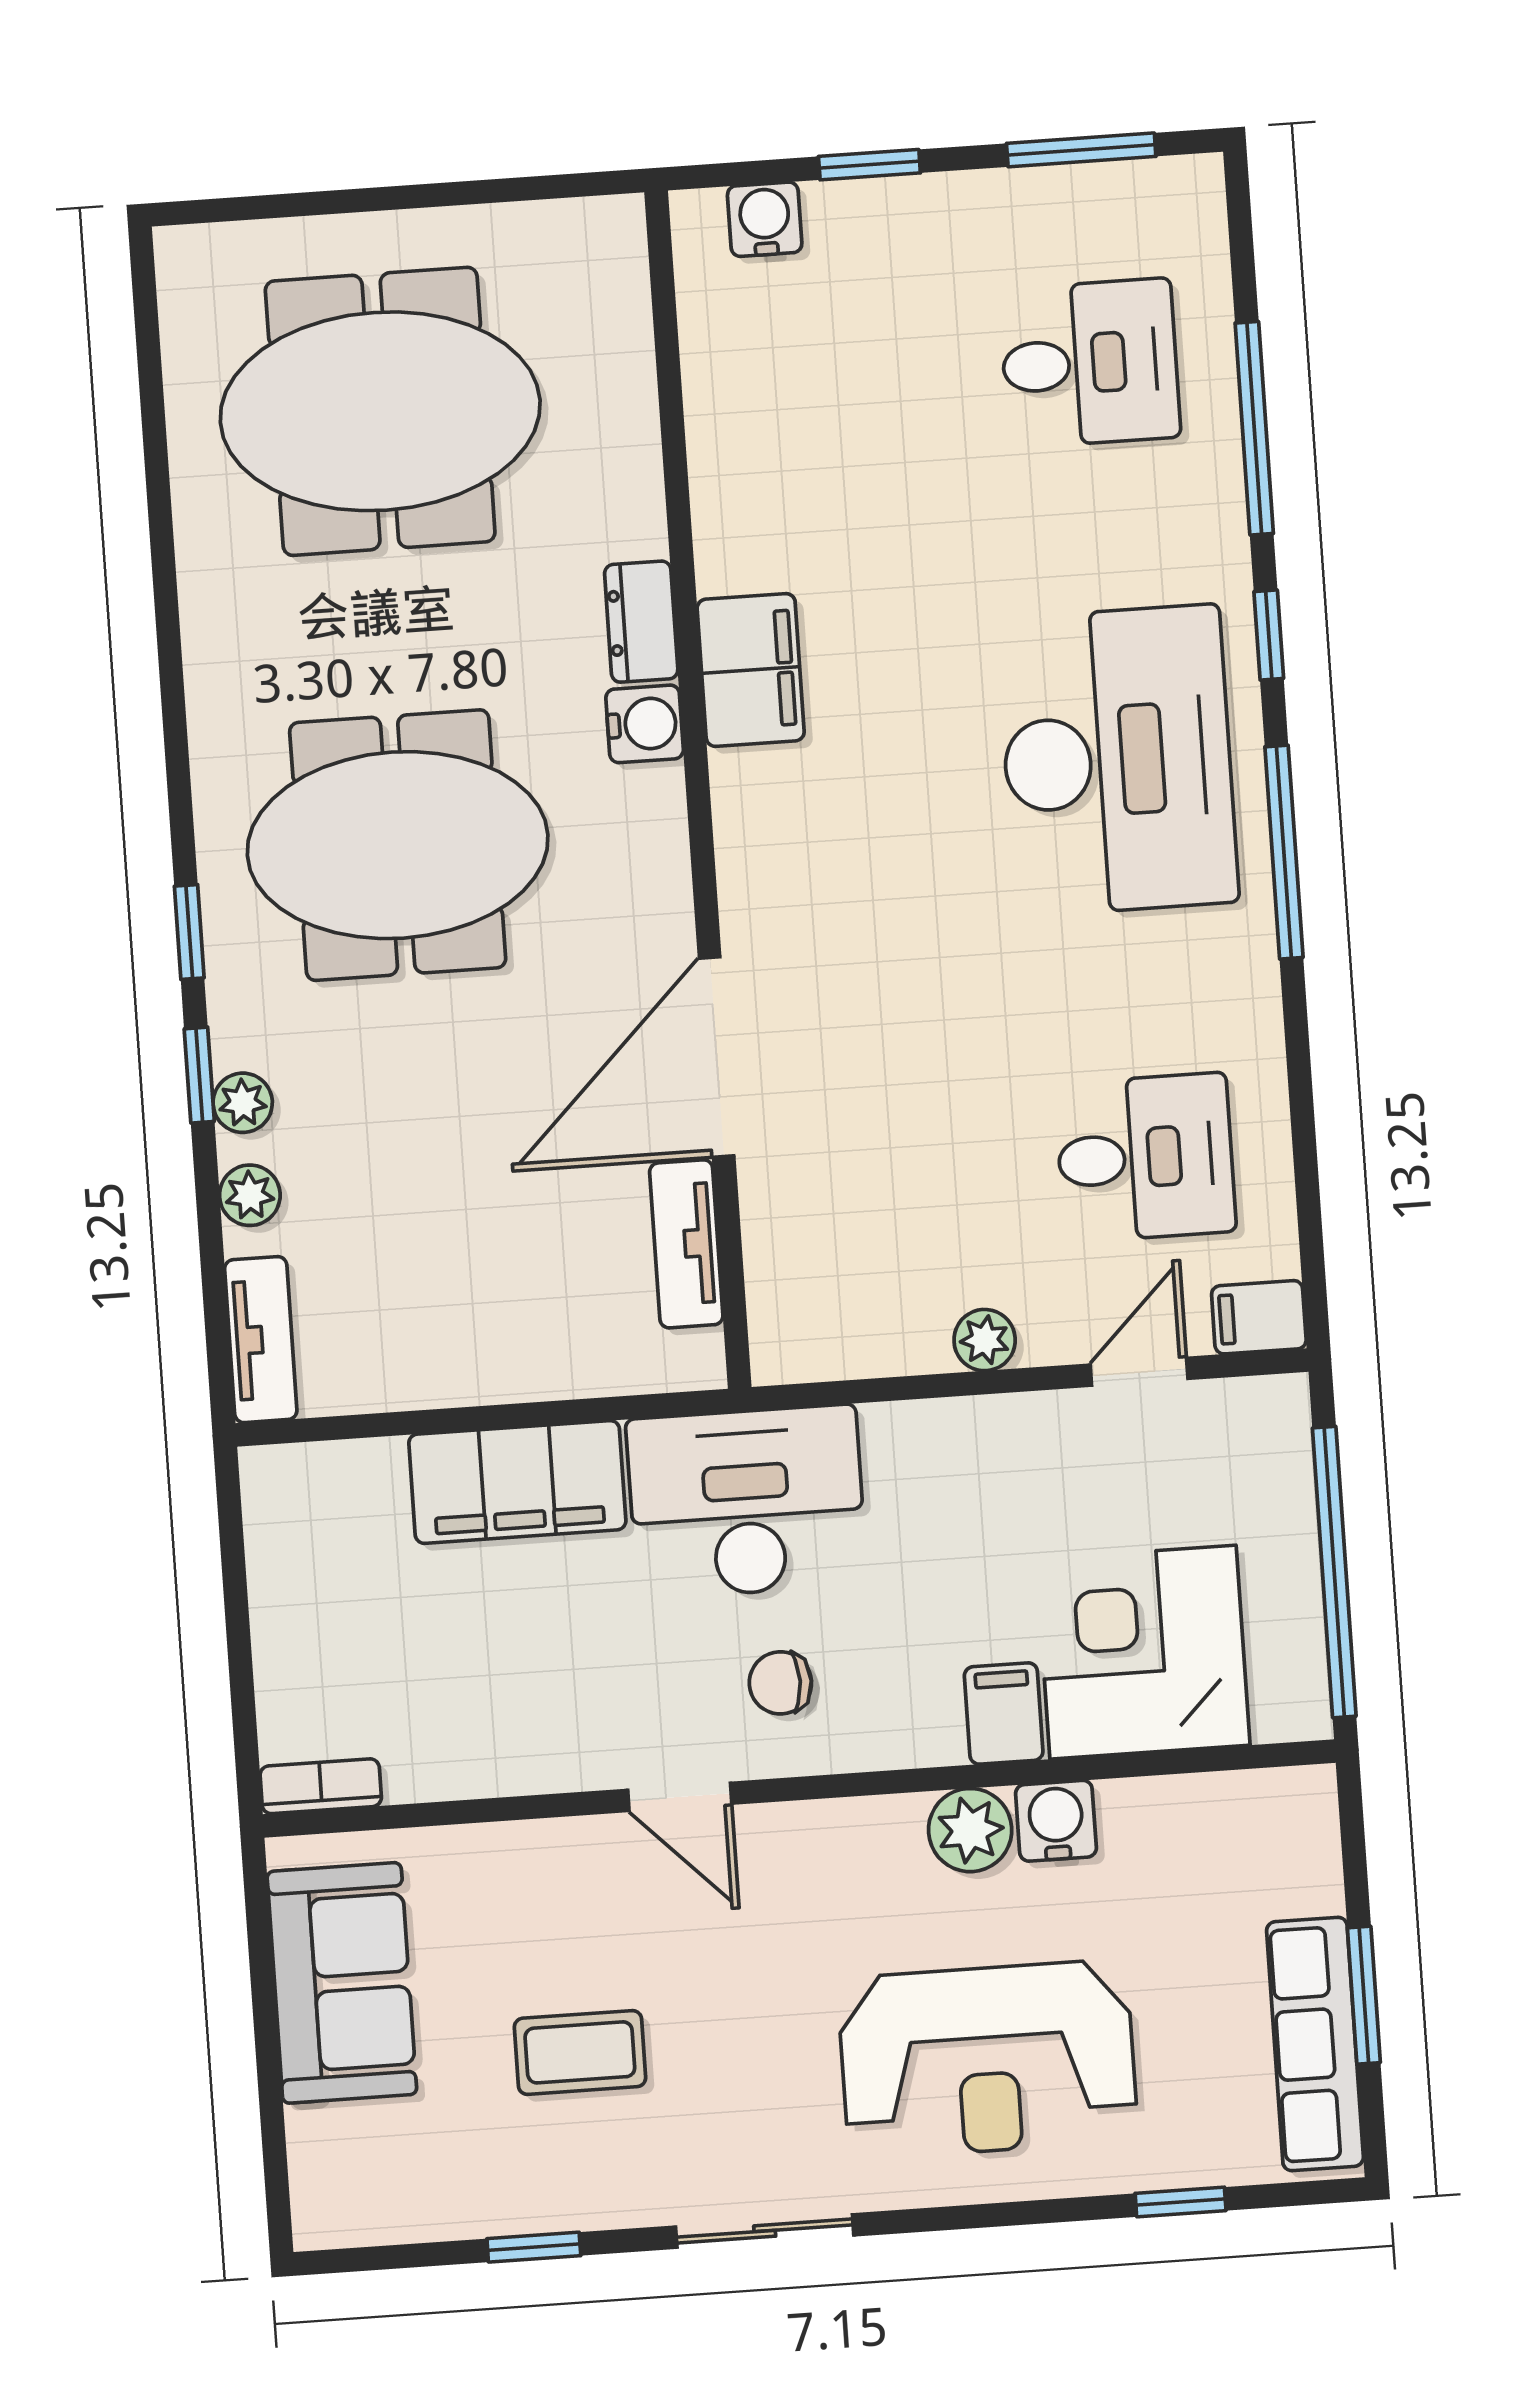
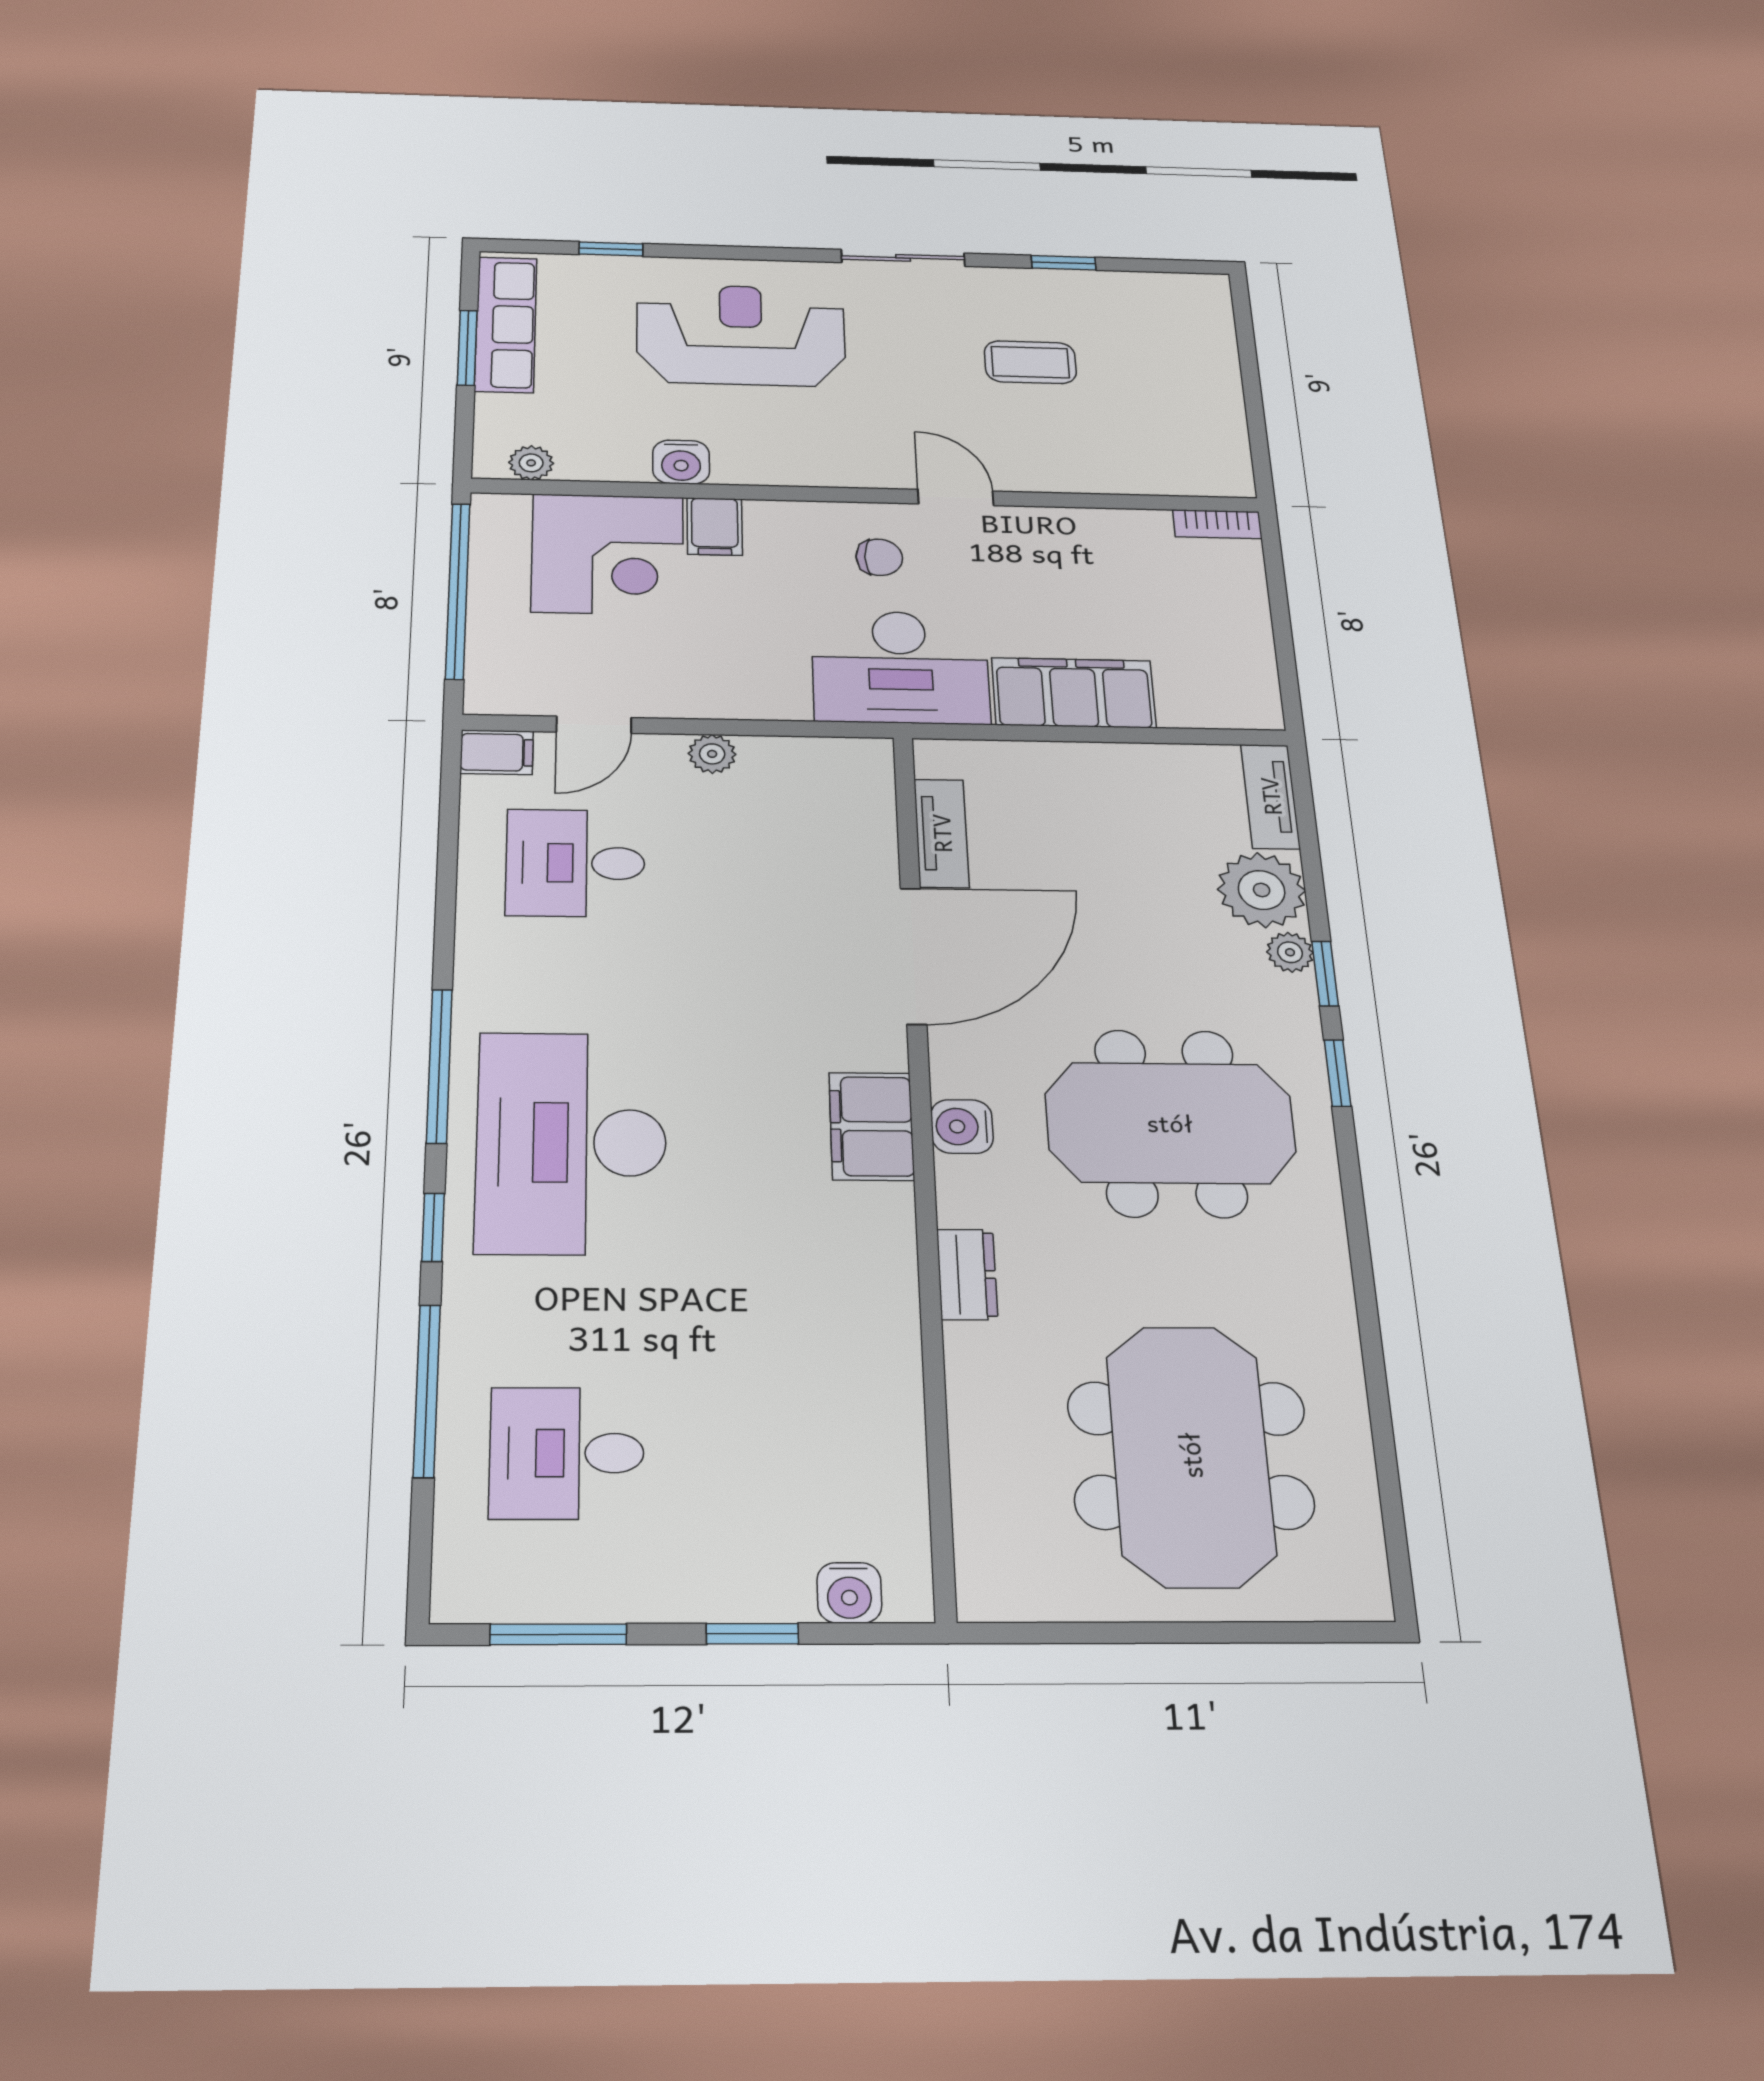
meeting table: (380, 411) -> (1190, 1455), turned 90
filing cabinet: (751, 670) -> (871, 1126), moved
water cooler: (645, 724) -> (962, 1127), moved
plant: (250, 1195) -> (1262, 890), width x1.88, depth x1.88
plant: (970, 1830) -> (531, 463), moved, width x0.73, depth x0.73
sofa: (342, 1983) -> (1199, 413), removed

